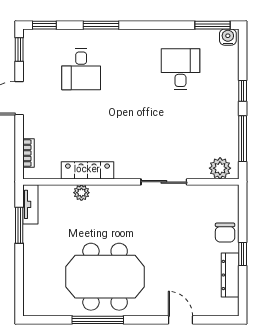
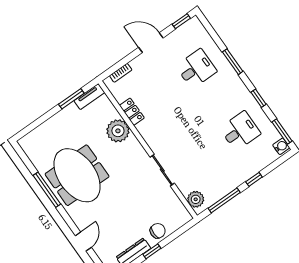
window: (44, 25) -> (259, 98), moved
desk: (81, 69) -> (196, 69), turned 180
locker: (87, 170) -> (132, 112), width x0.66
plant: (81, 193) -> (118, 131), width x1.88, depth x1.88
chair: (225, 233) -> (158, 231), turned 180

